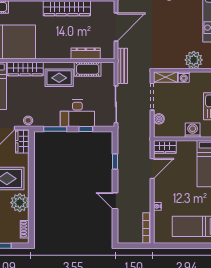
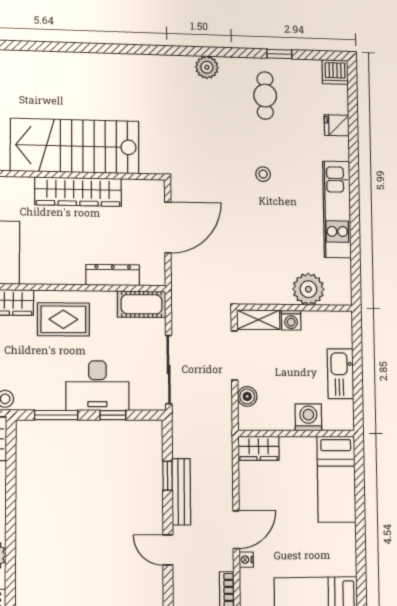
bench: (122, 66) -> (181, 492), moved
cot: (88, 69) -> (142, 304), moved
door: (152, 168) -> (236, 530), moved

